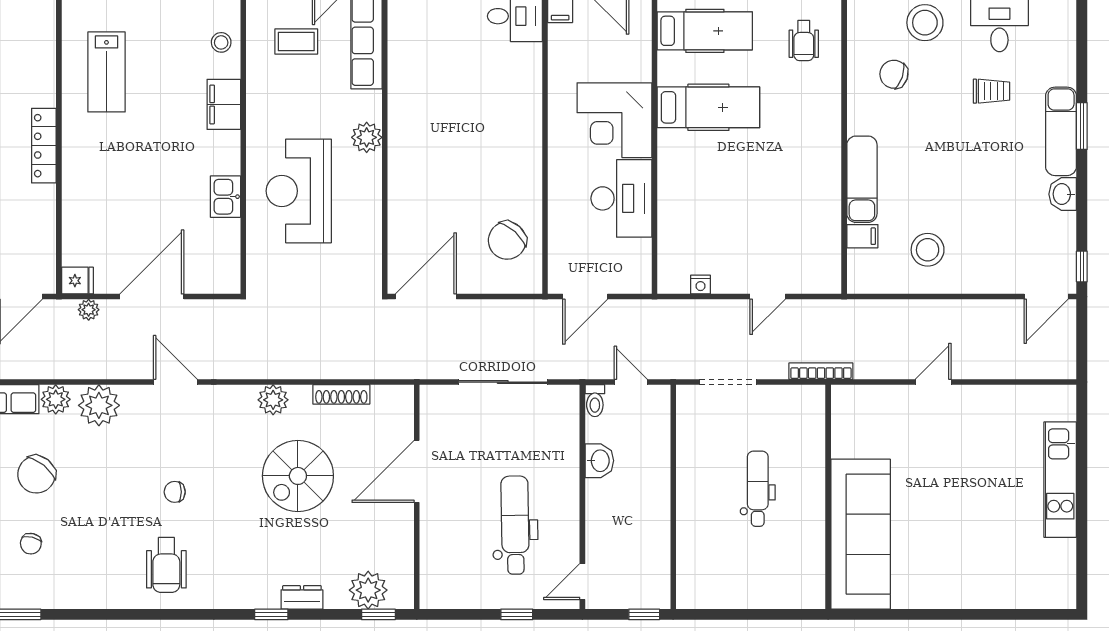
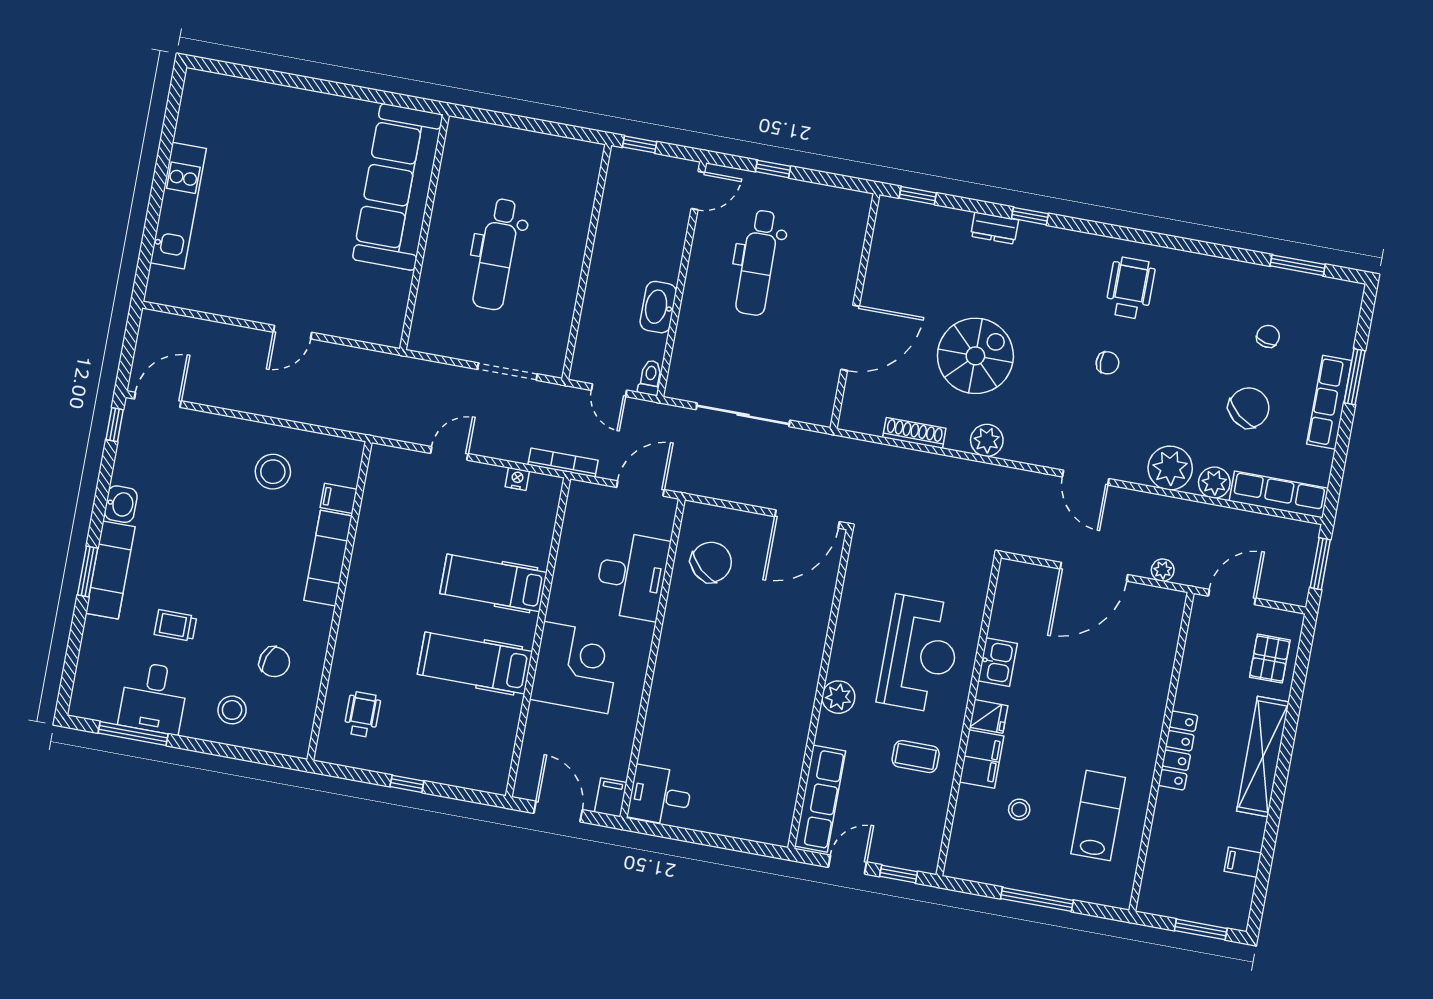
stool: (925, 23) -> (232, 710), width x0.73, depth x0.73
hospital bed: (705, 31) -> (493, 583), moved
coffee table: (296, 41) -> (916, 757), moved
stool: (221, 42) -> (1019, 809), moved
desk: (621, 198) -> (632, 576), moved, turned 180
fridge: (77, 281) -> (989, 716), moved, turned 180
bookcase: (821, 371) -> (563, 463), moved, turned 180
washbasin: (599, 461) -> (658, 307), width x1.38
dental chair: (758, 489) -> (497, 254), width x1.36, depth x1.38
plant: (368, 590) -> (924, 223), removed

